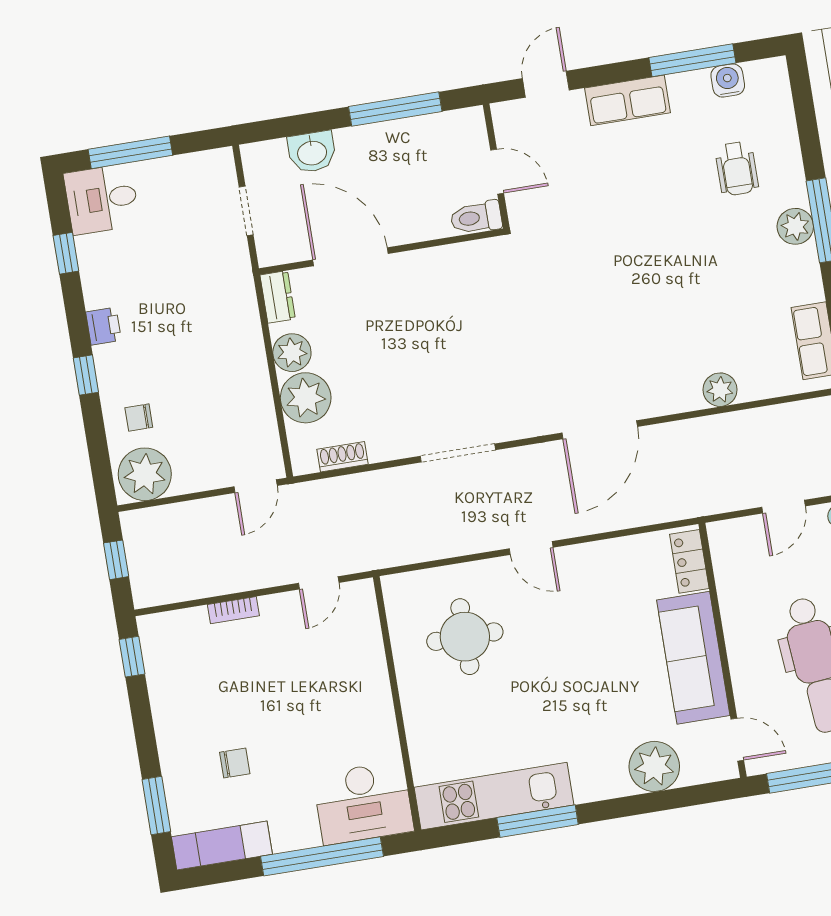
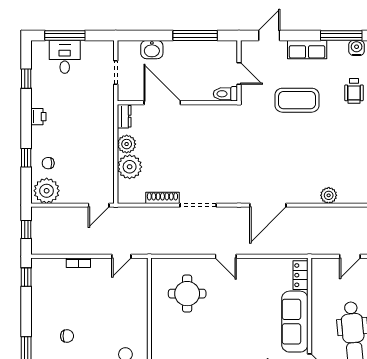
desk: (102, 199) -> (65, 57), moved, turned 90
coffee table: (624, 207) -> (297, 100), added
window: (86, 375) -> (26, 158), moved
shoe rack: (342, 457) -> (162, 198), moved, width x1.43

